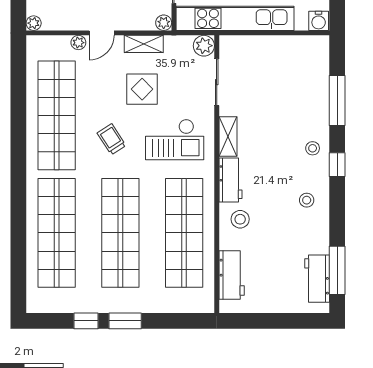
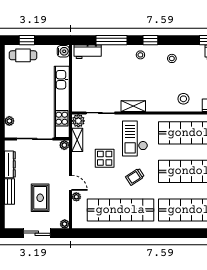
shelving: (144, 44) -> (77, 140), moved
checkout: (175, 139) -> (135, 138), turned 180
workbench: (231, 180) -> (88, 52), moved, turned 180

